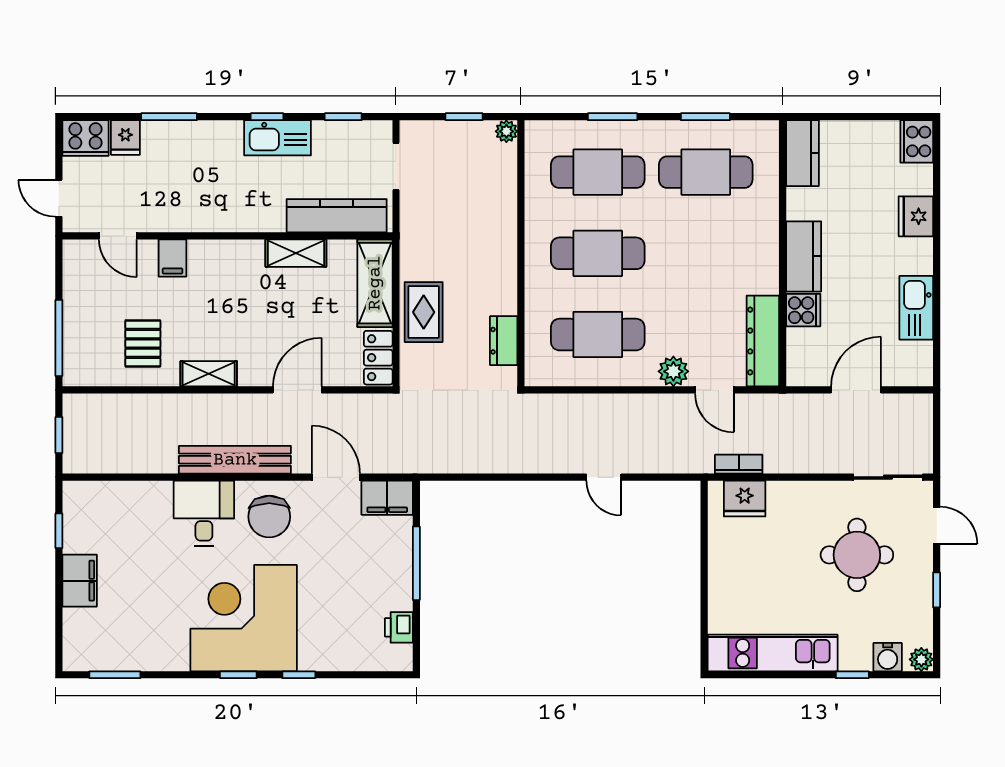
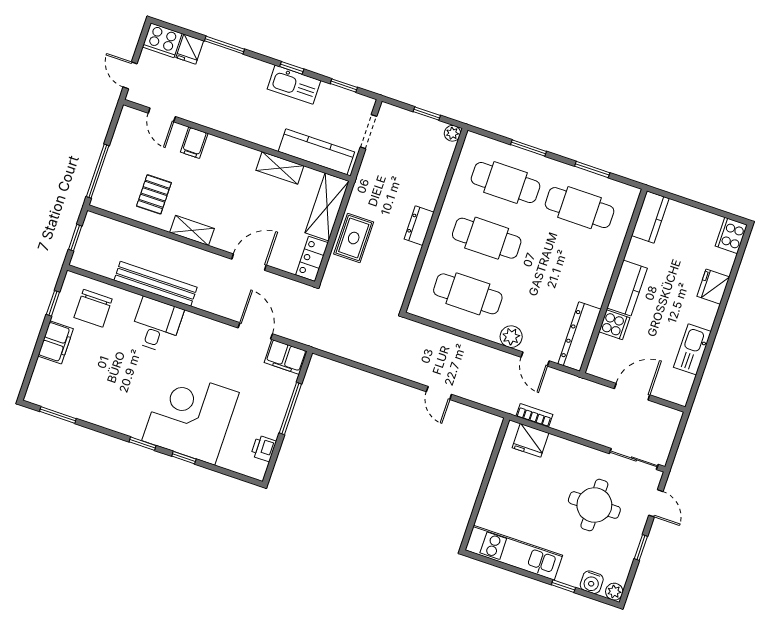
dresser: (504, 341) -> (419, 226), moved
bench: (235, 460) -> (156, 284), moved
chair: (269, 517) -> (93, 308), moved
corner desk: (244, 618) -> (191, 417), moved

